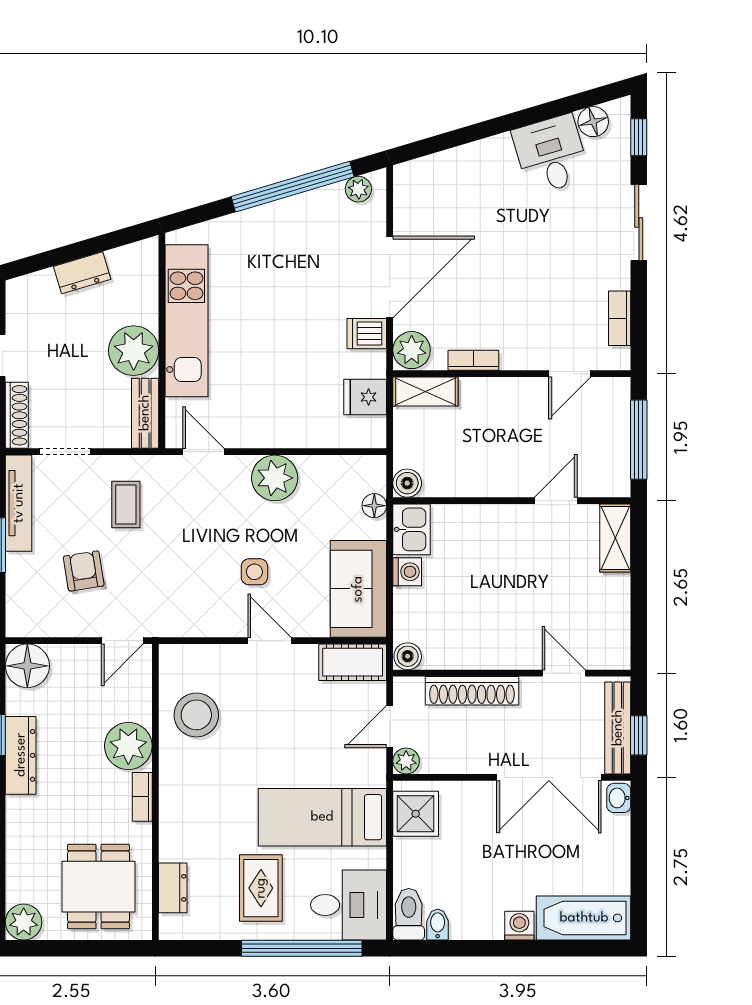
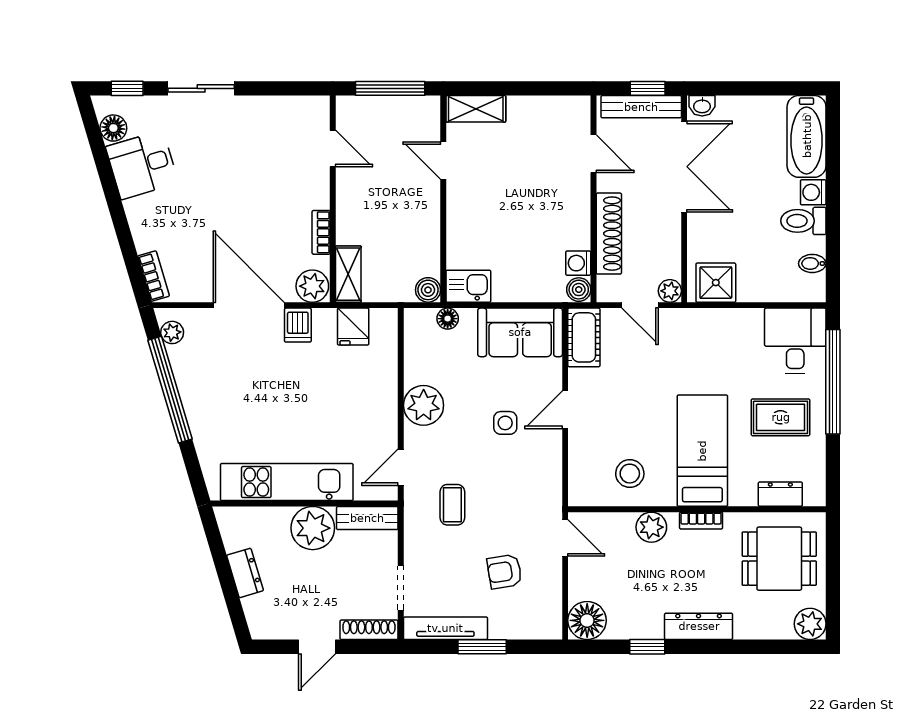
bookcase: (620, 318) -> (154, 276), moved, turned -107
coffee table: (126, 505) -> (452, 505), moved, turned 90
washing machine: (407, 572) -> (578, 263), moved, turned -90
door: (564, 673) -> (593, 154), swing flipped
stool: (196, 715) -> (630, 474), width x0.73, depth x0.73
plant: (128, 746) -> (651, 527), width x0.73, depth x0.73
dresser: (21, 755) -> (699, 626), moved
bed: (322, 817) -> (702, 451), moved, turned 180
toilet: (409, 914) -> (803, 221), moved

